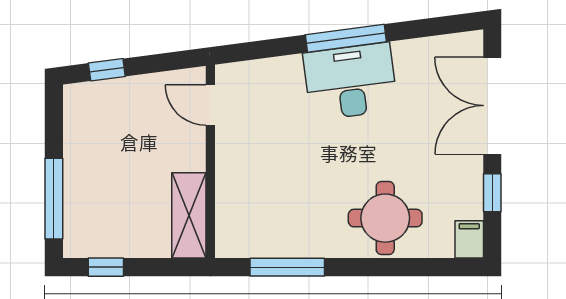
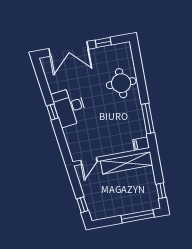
window: (346, 38) -> (53, 112), width x0.46
shelving: (189, 215) -> (127, 163), width x1.47
filing cabinet: (469, 239) -> (141, 144), moved

